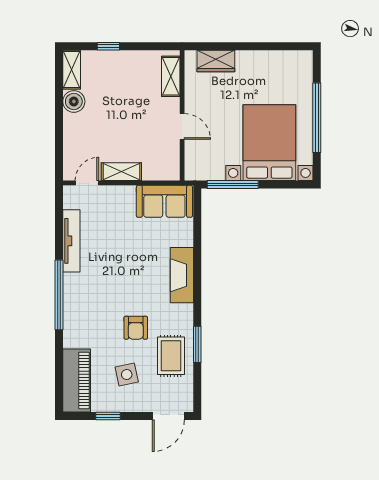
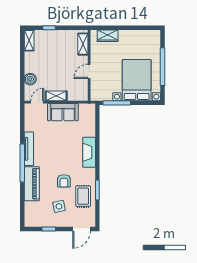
boiler: (74, 101) -> (30, 79), moved
door: (182, 126) -> (89, 71), swing flipped
sofa: (164, 201) -> (63, 112), moved
tv unit: (71, 241) -> (29, 149), moved
piano: (77, 381) -> (32, 184), moved

